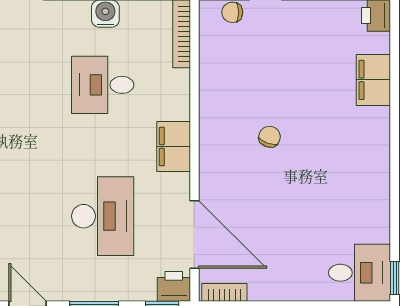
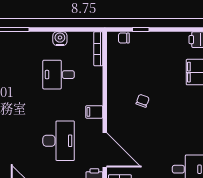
filing cabinet: (174, 147) -> (94, 112), width x0.50

